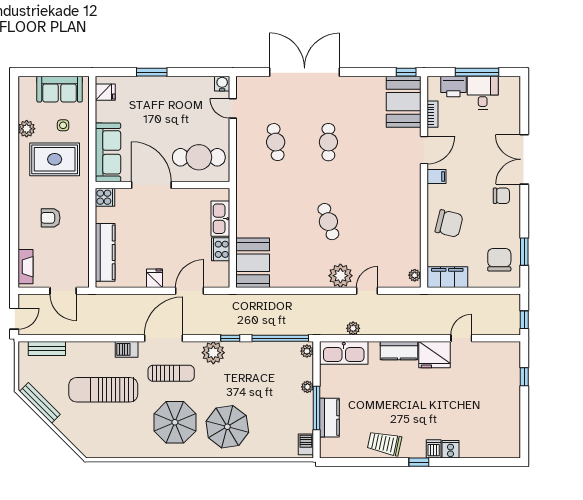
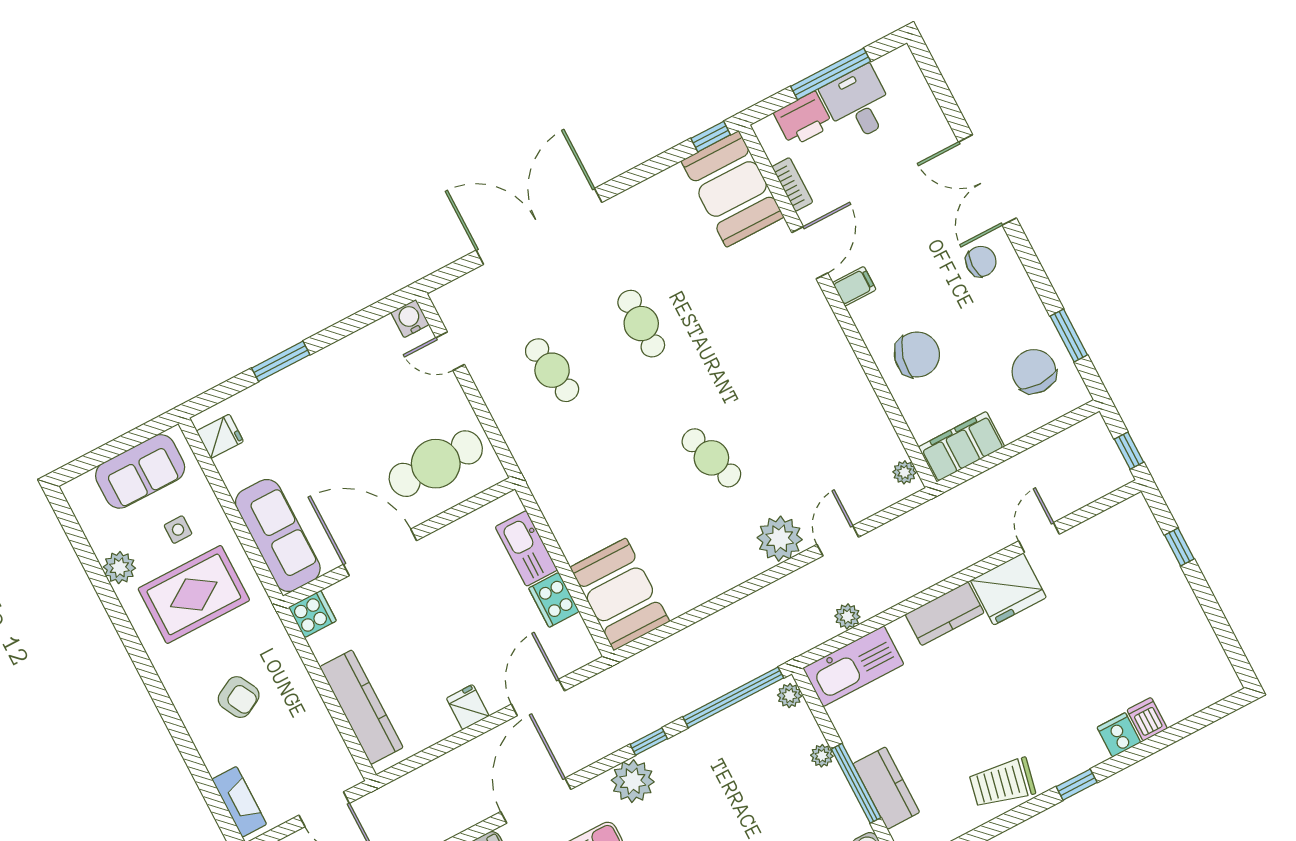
armchair: (51, 218) -> (239, 697), turned -118
dishwasher: (434, 449) -> (1147, 719), moved

